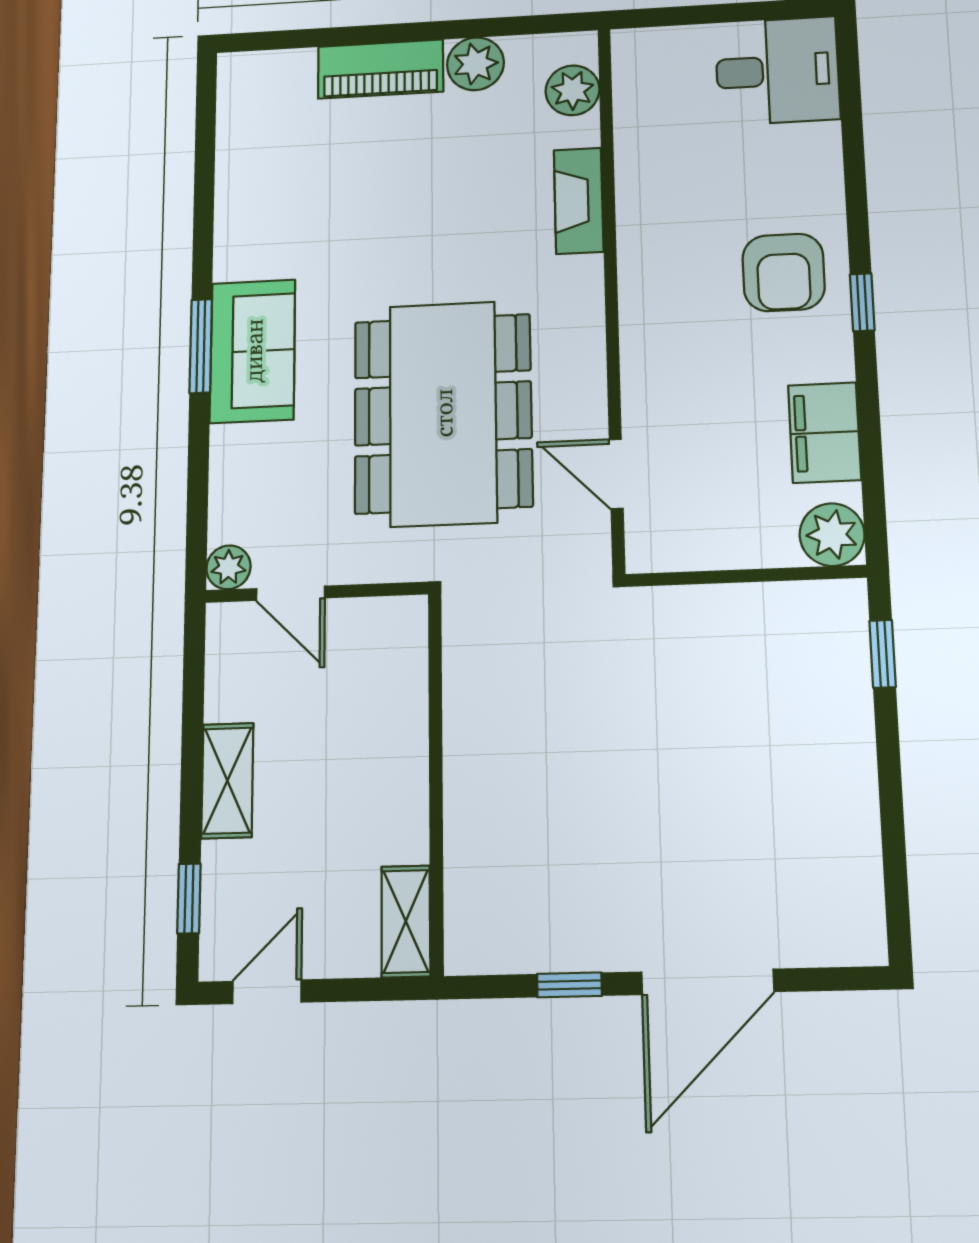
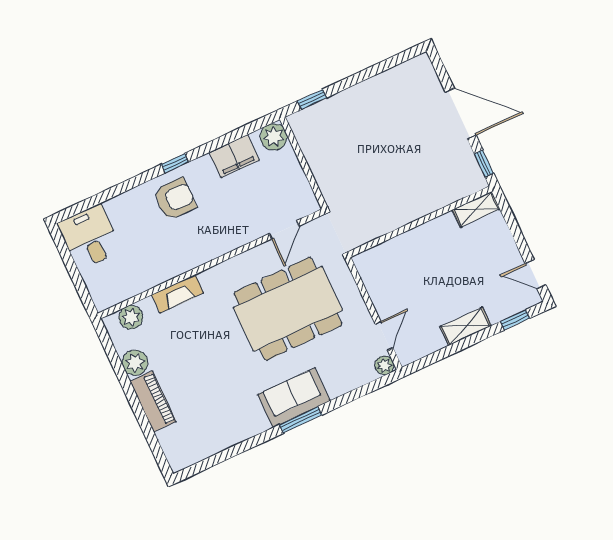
wall: (436, 781) -> (420, 222), moved
shelving: (406, 921) -> (476, 209), moved

